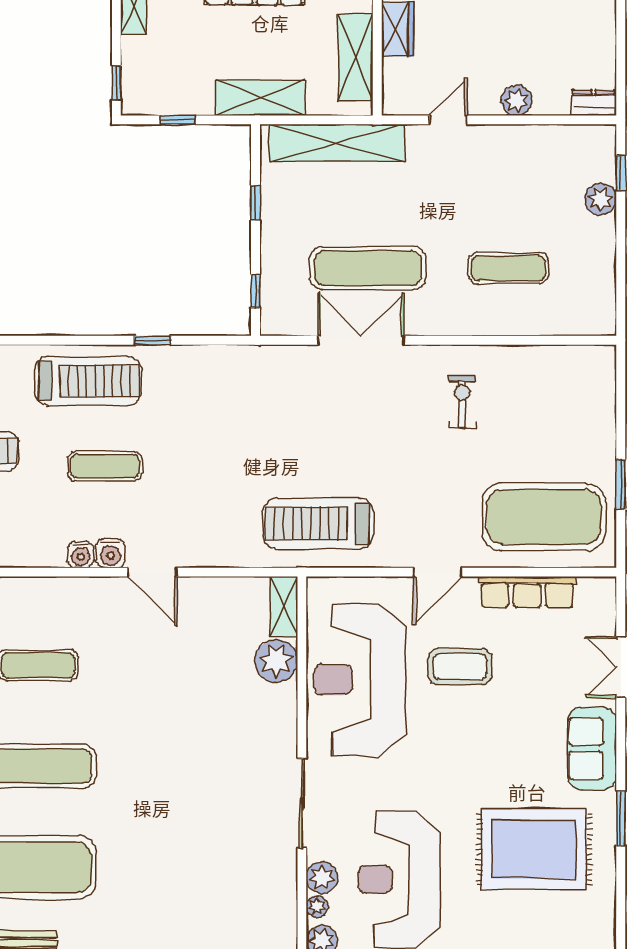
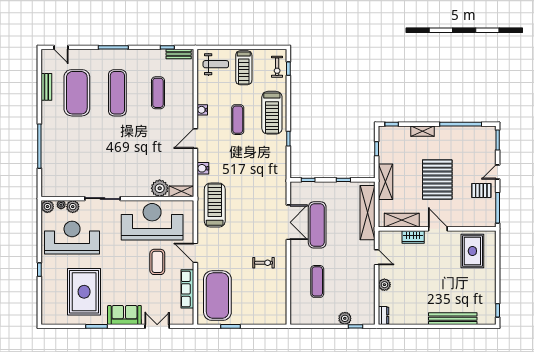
water cooler: (110, 553) -> (203, 168), moved

